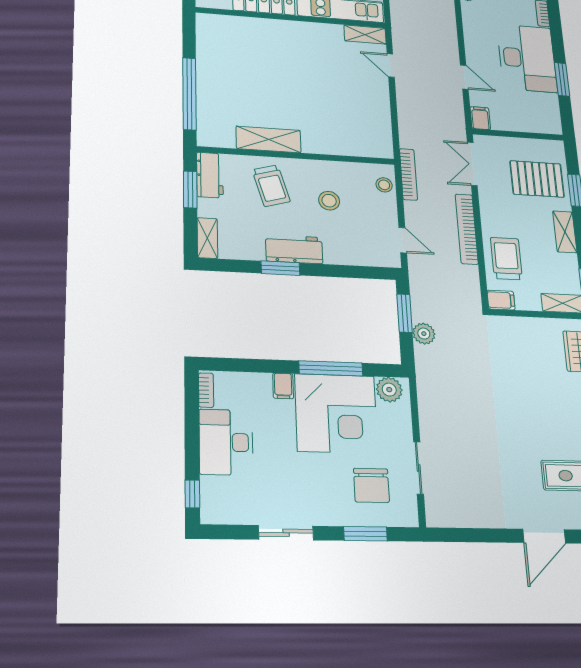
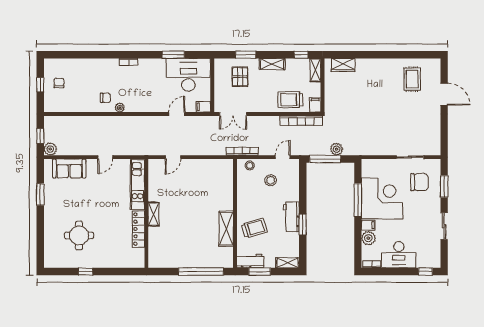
shelving: (365, 35) -> (154, 214), moved
desk: (527, 58) -> (188, 75), moved
pallet: (537, 179) -> (240, 77), width x0.67, depth x0.71
stool: (329, 201) -> (271, 180), moved
bookcase: (467, 229) -> (301, 121), moved
window: (405, 313) -> (325, 159), width x1.44
plant: (389, 390) -> (368, 238), moved

